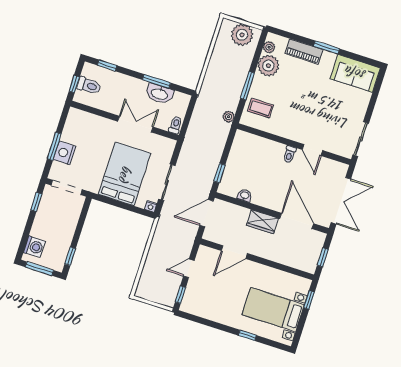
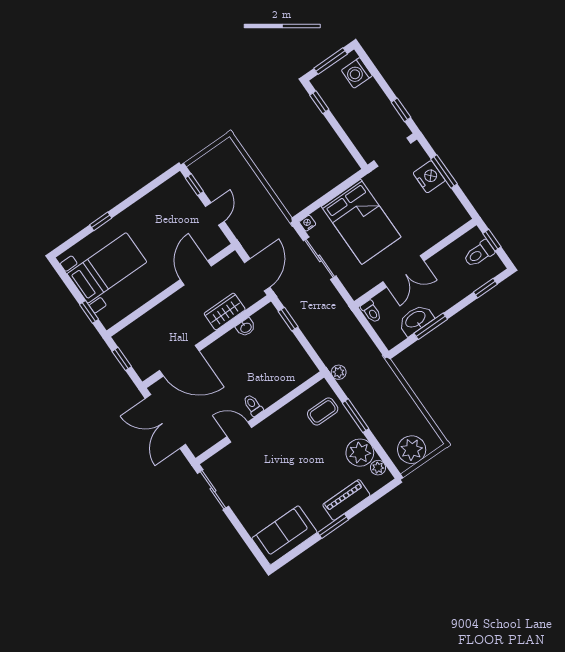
wardrobe: (262, 222) -> (225, 312), moved

